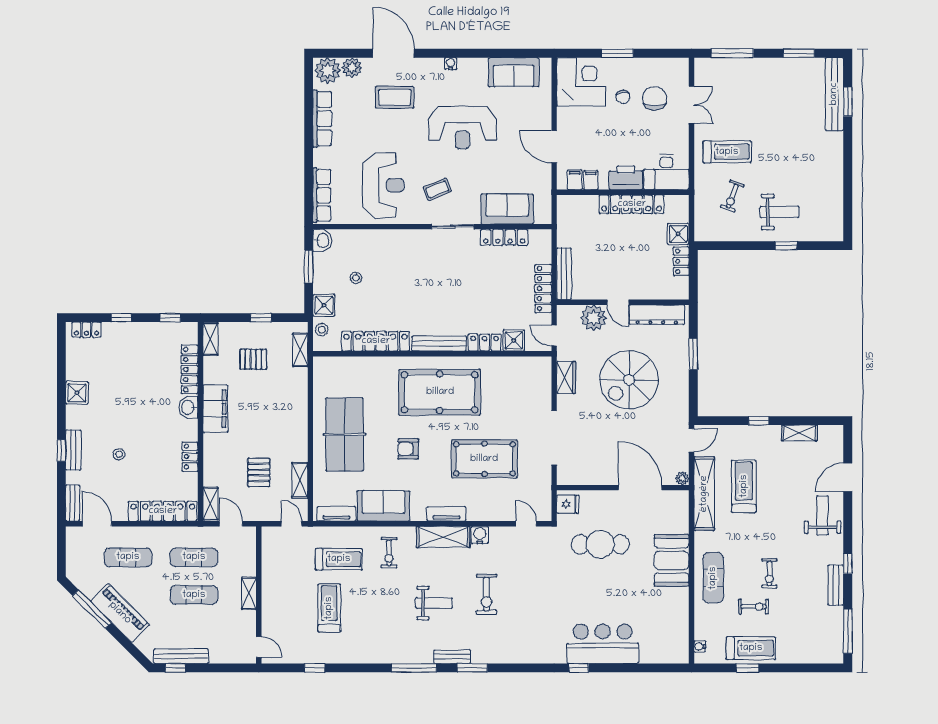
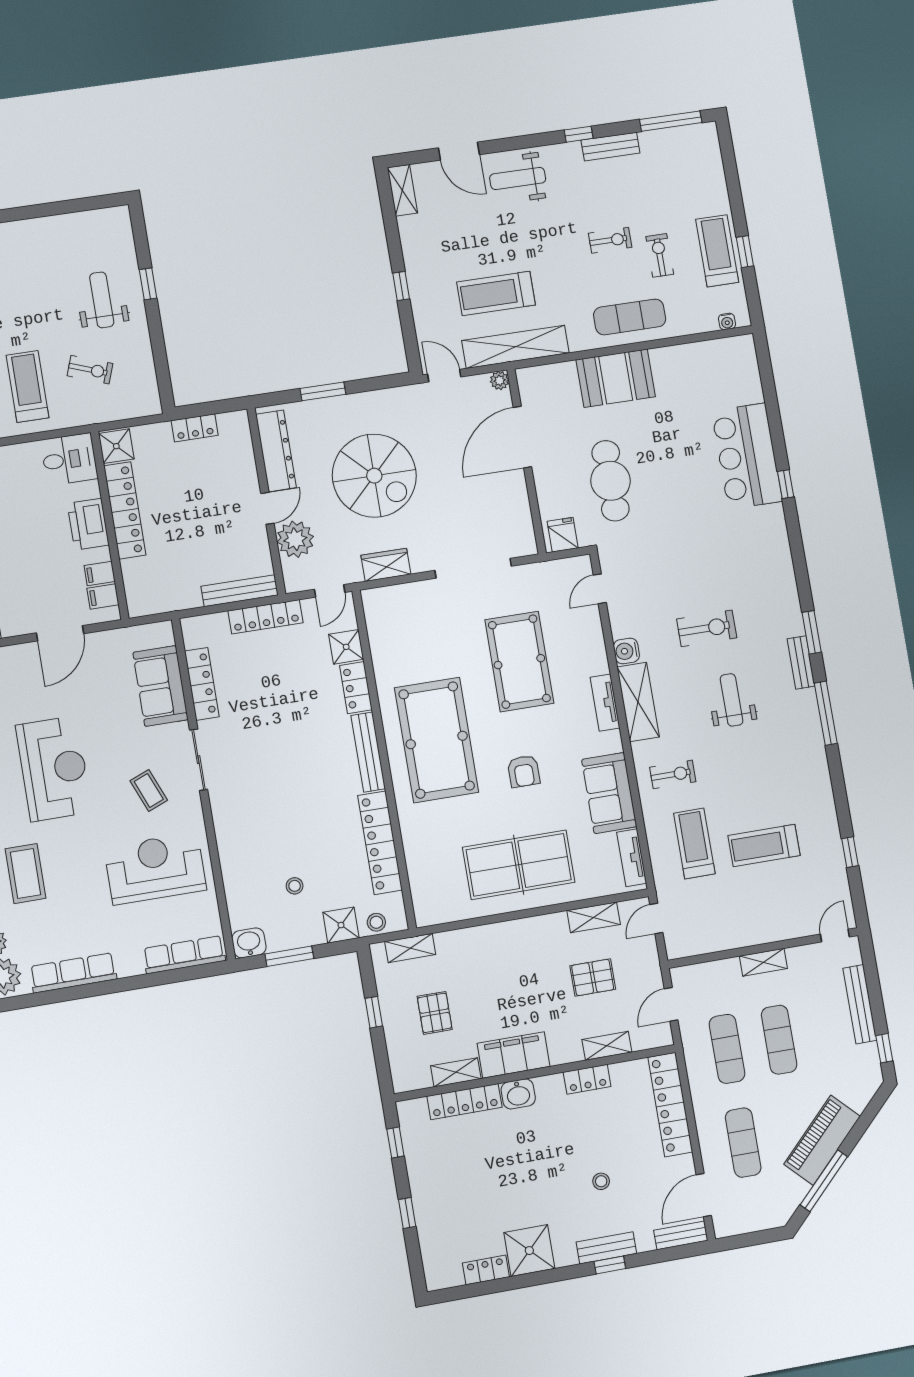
desk: (666, 172) -> (69, 459), width x0.73
shower: (678, 234) -> (116, 446), moved
locker: (87, 330) -> (486, 1270), moved, turned -90
shelving: (210, 339) -> (456, 1072), moved
shower: (77, 393) -> (529, 1251), width x1.36, depth x1.36
shelving: (800, 433) -> (402, 190), moved
shelving: (210, 504) -> (607, 1046), moved
bench: (181, 656) -> (860, 1004), moved

